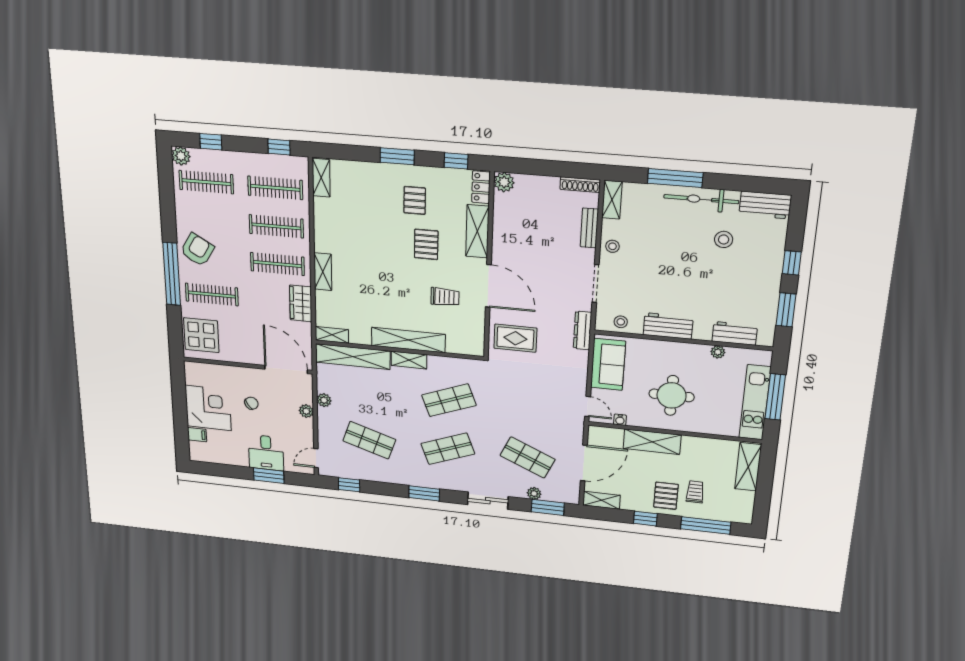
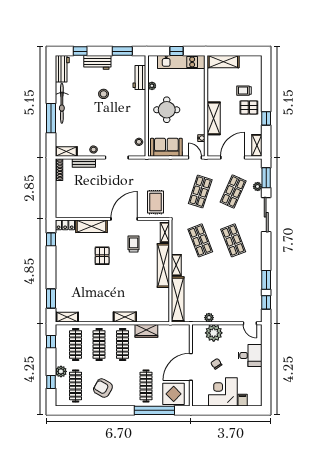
plant: (181, 156) -> (61, 371), moved
window: (397, 156) -> (51, 298), moved
plant: (504, 182) -> (61, 212), removed
pallet: (415, 200) -> (76, 263), removed
stool: (724, 239) -> (104, 94), moved
pallet: (426, 244) -> (102, 256), turned 90
armchair: (197, 250) -> (103, 388), moved
window: (792, 263) -> (80, 51), moved
window: (172, 274) -> (154, 410), moved
workbench: (668, 326) -> (97, 62), moved, turned -90
dresser: (583, 331) -> (147, 163), removed
shelving: (332, 335) -> (165, 232), moved
door: (286, 369) -> (191, 367), moved
round table: (672, 395) -> (167, 110), moved
window: (775, 397) -> (176, 51), width x0.46
door: (588, 407) -> (195, 158), hinge flipped
plant: (306, 411) -> (214, 333), width x1.88, depth x1.88
shop shelf: (369, 440) -> (200, 192), moved
door: (584, 463) -> (233, 158), hinge flipped
window: (269, 476) -> (266, 354), removed
window: (424, 493) -> (266, 280), moved
sliding door: (488, 501) -> (266, 215), width x1.37
window: (706, 525) -> (266, 82), removed

